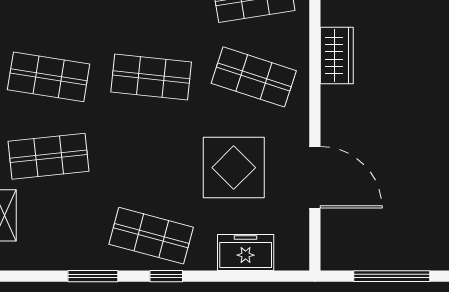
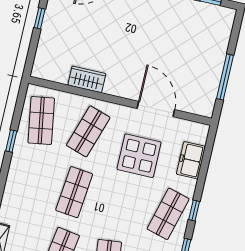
door: (315, 177) -> (156, 109), hinge flipped

